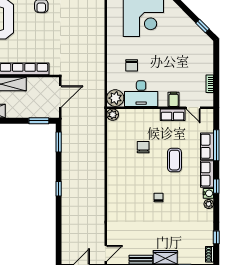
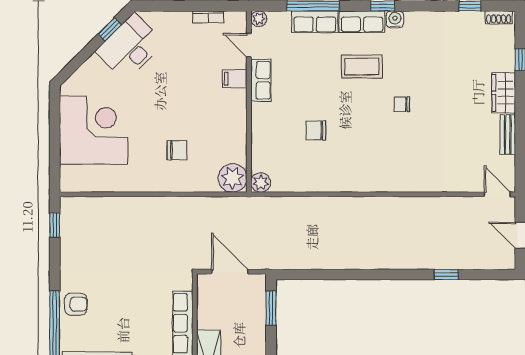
desk: (141, 94) -> (130, 47), moved, turned -135
door: (193, 108) -> (249, 45), swing flipped
window: (59, 142) -> (307, 274), removed
coffee table: (174, 160) -> (362, 67), moved
window: (59, 189) -> (446, 274), moved
plant: (209, 204) -> (259, 19), moved

